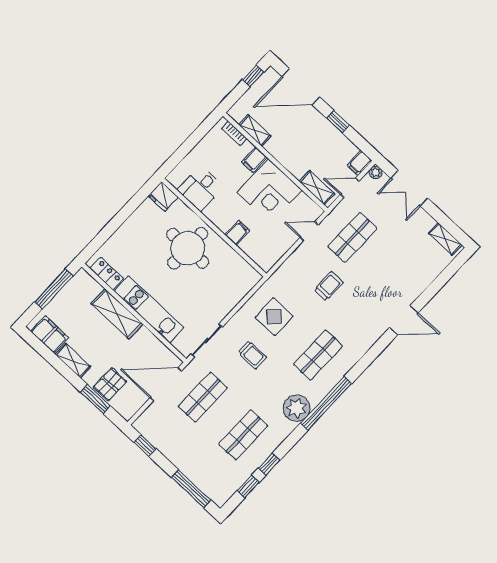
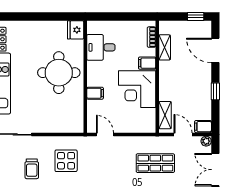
door: (301, 87) -> (215, 50), width x0.73
door: (309, 231) -> (105, 134), moved
trolley: (329, 286) -> (114, 176), removed

